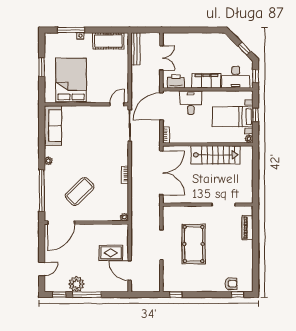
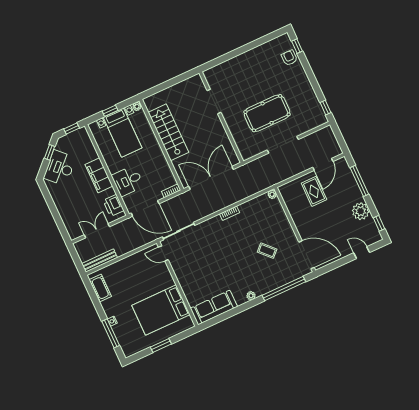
cot: (108, 41) -> (100, 288), width x0.73, depth x0.75
desk: (236, 77) -> (60, 168), moved, turned -135
coffee table: (80, 191) -> (267, 251), width x0.54, depth x0.58
piano: (248, 228) -> (226, 67), removed
window: (87, 295) -> (359, 181), moved

